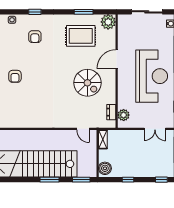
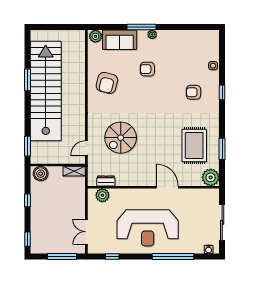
spiral stairs: (87, 83) -> (121, 138), moved
armchair: (27, 111) -> (107, 83), added
window: (50, 180) -> (28, 80), moved

